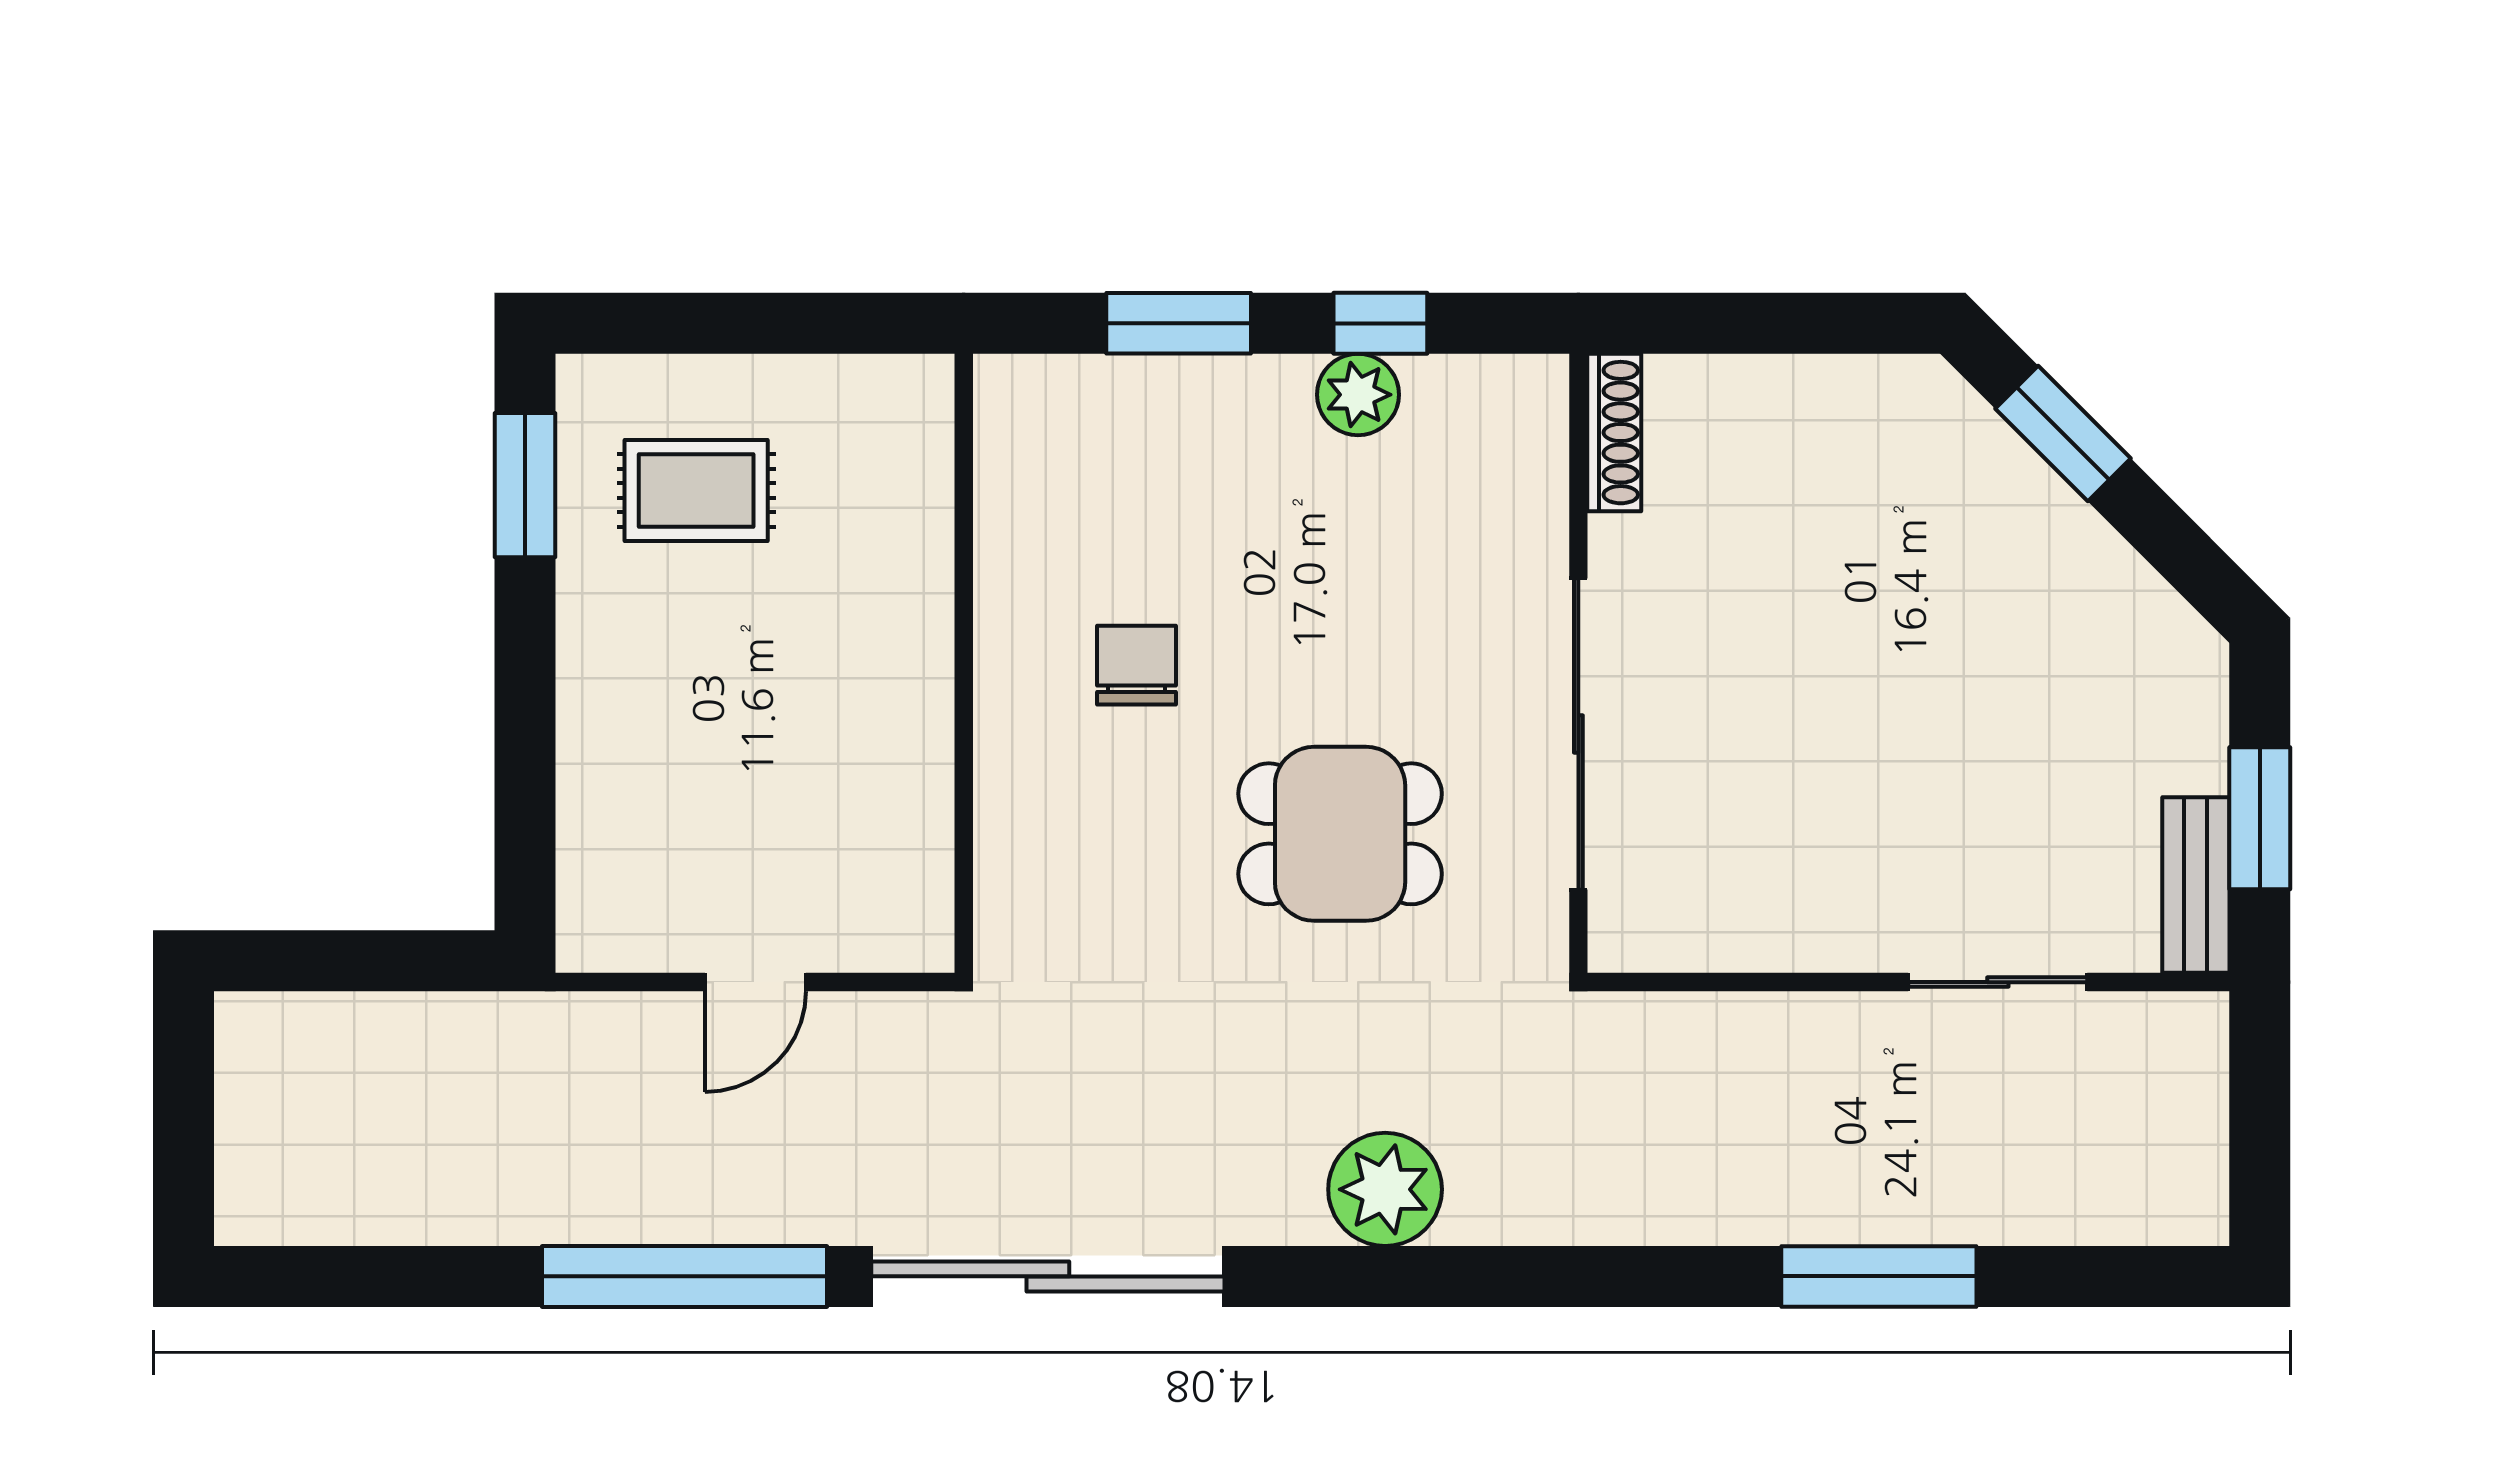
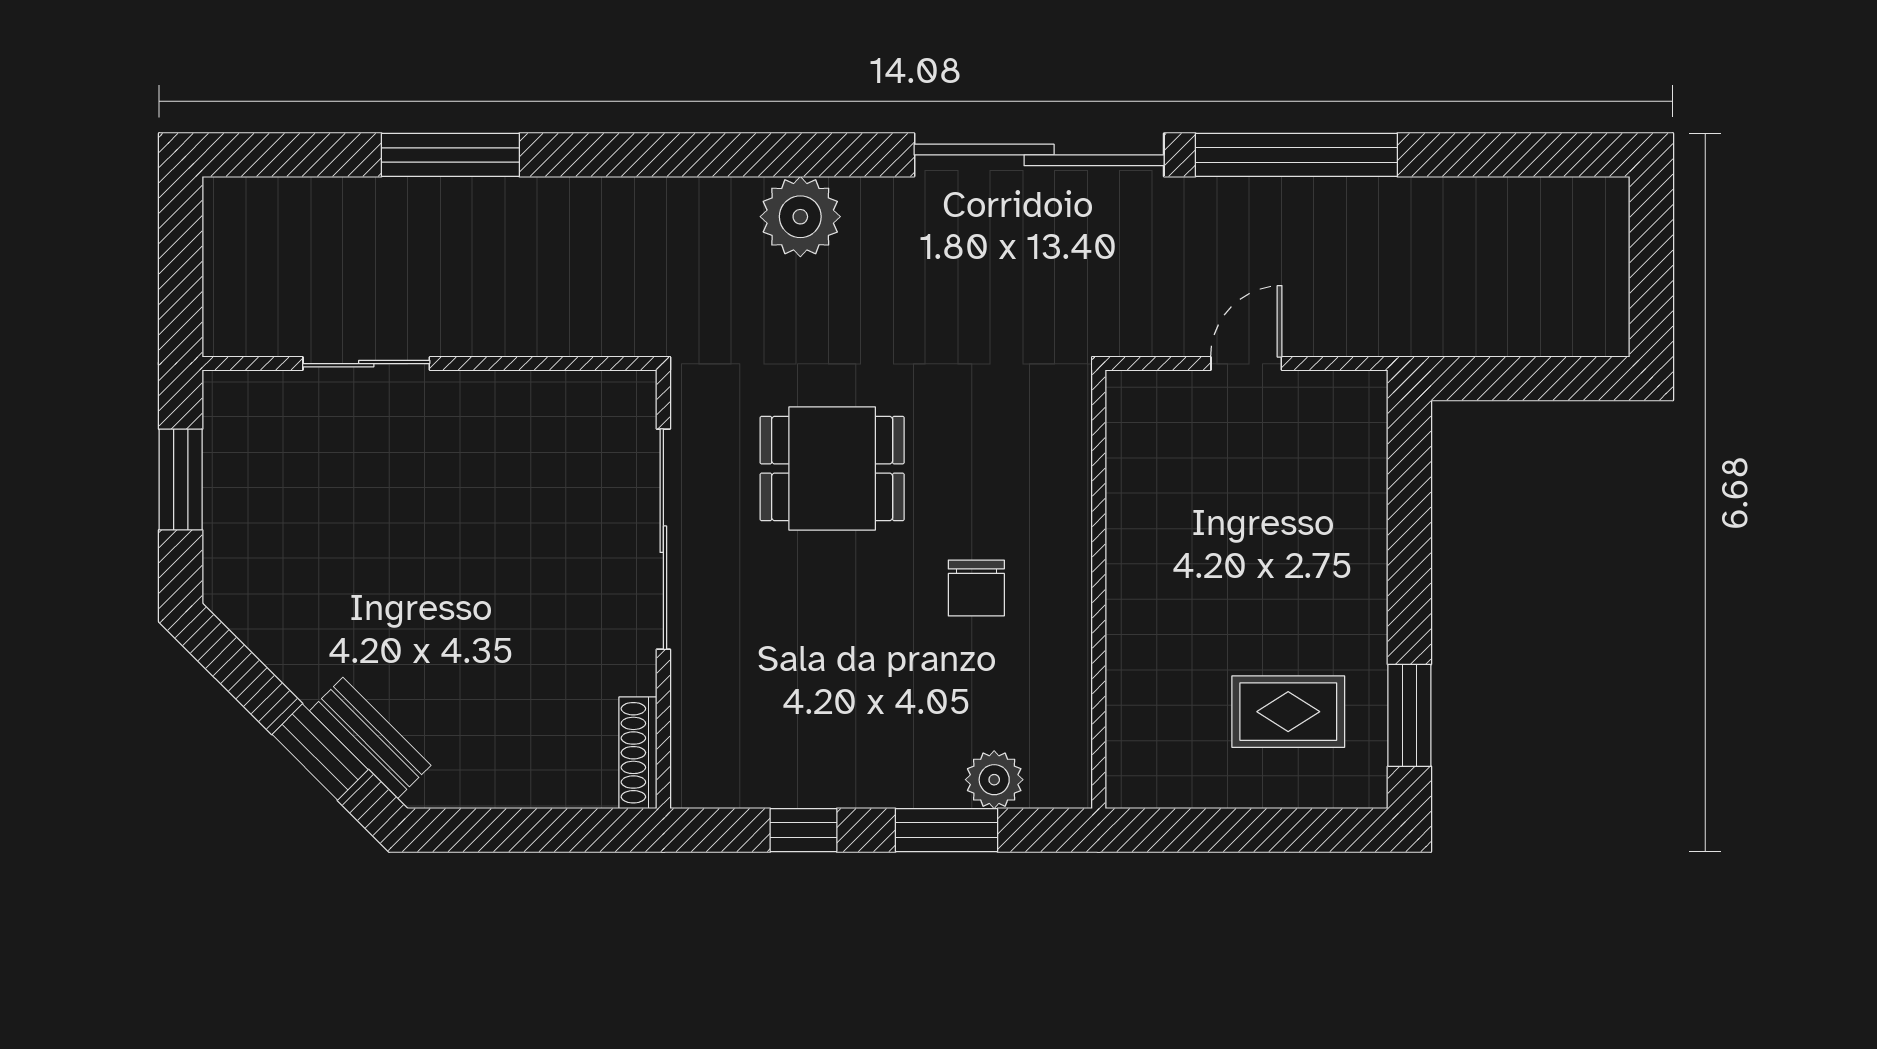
plant: (1358, 395) -> (994, 780), moved
bench: (2196, 885) -> (370, 738), moved, turned -45

